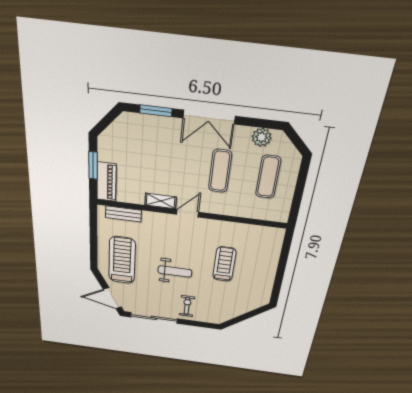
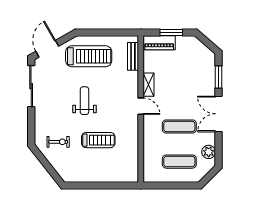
weight bench: (175, 271) -> (84, 101), turned 180
exercise bike: (187, 306) -> (58, 142), moved

